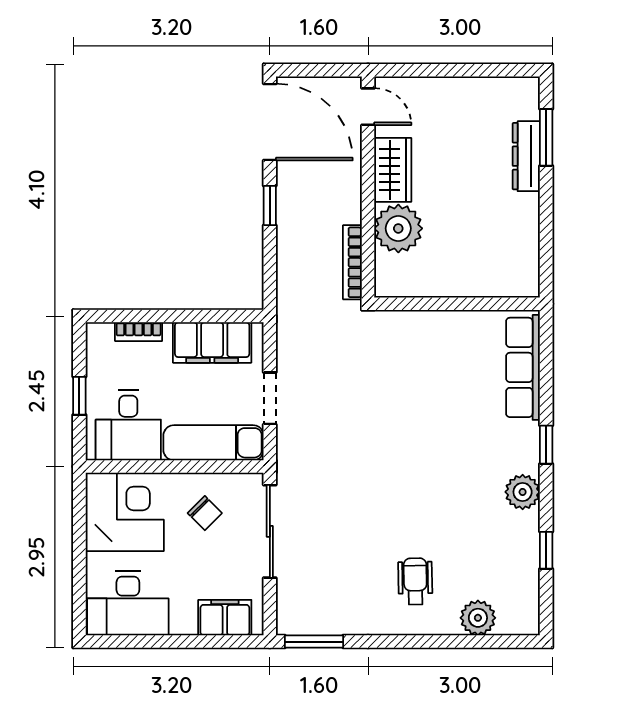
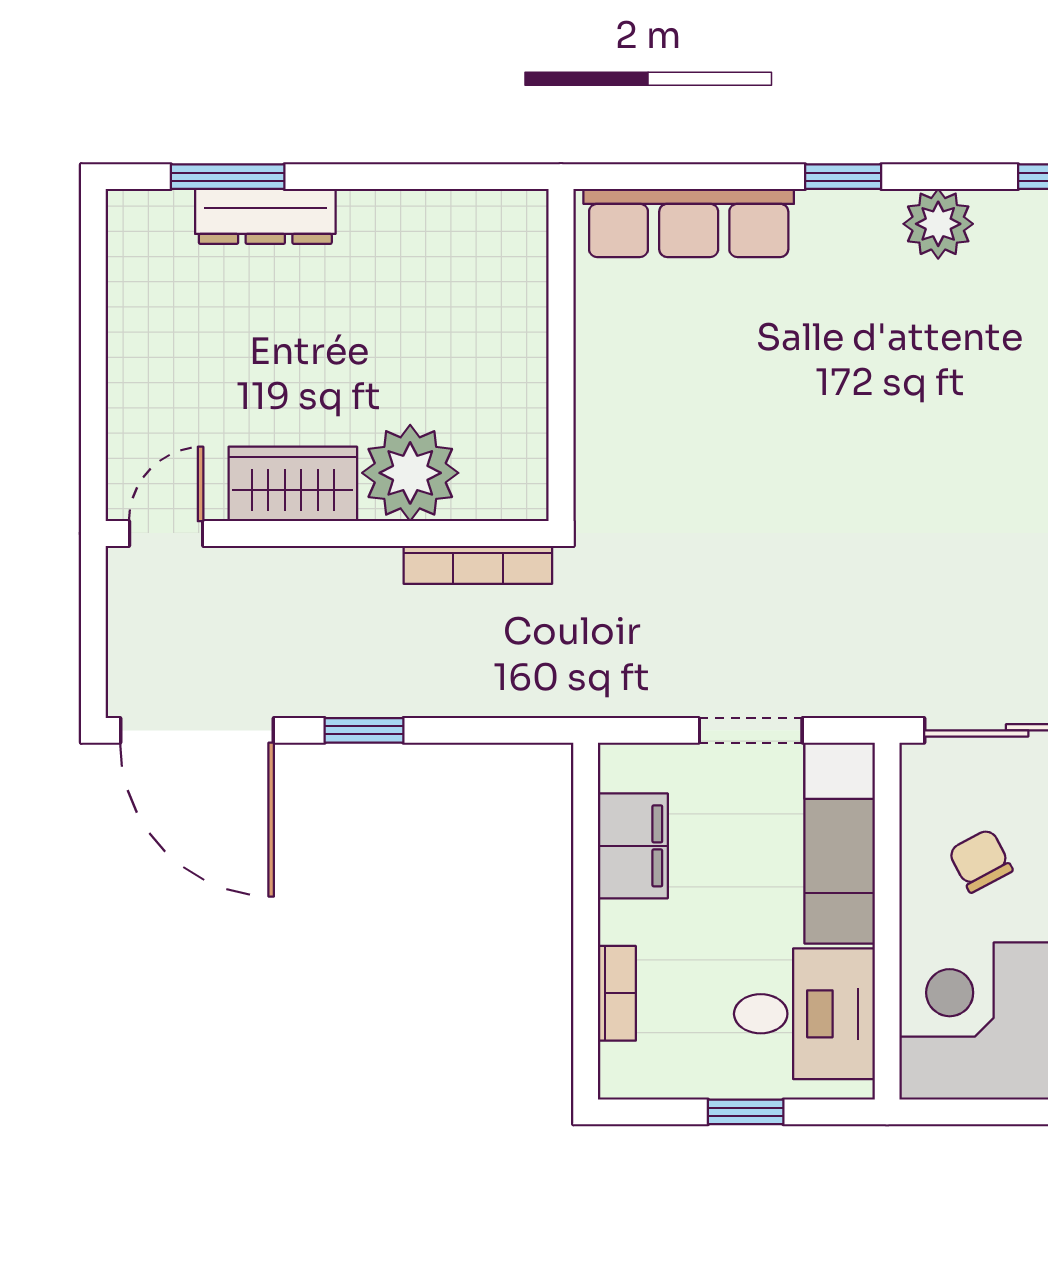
door: (270, 122) -> (197, 730), swing flipped
filing cabinet: (212, 342) -> (633, 846), width x0.67, depth x0.86
chair: (205, 513) -> (980, 861), turned -73

